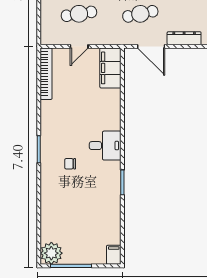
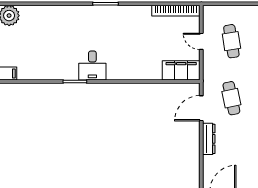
desk: (105, 146) -> (92, 66), moved
chair: (70, 164) -> (92, 33), removed

